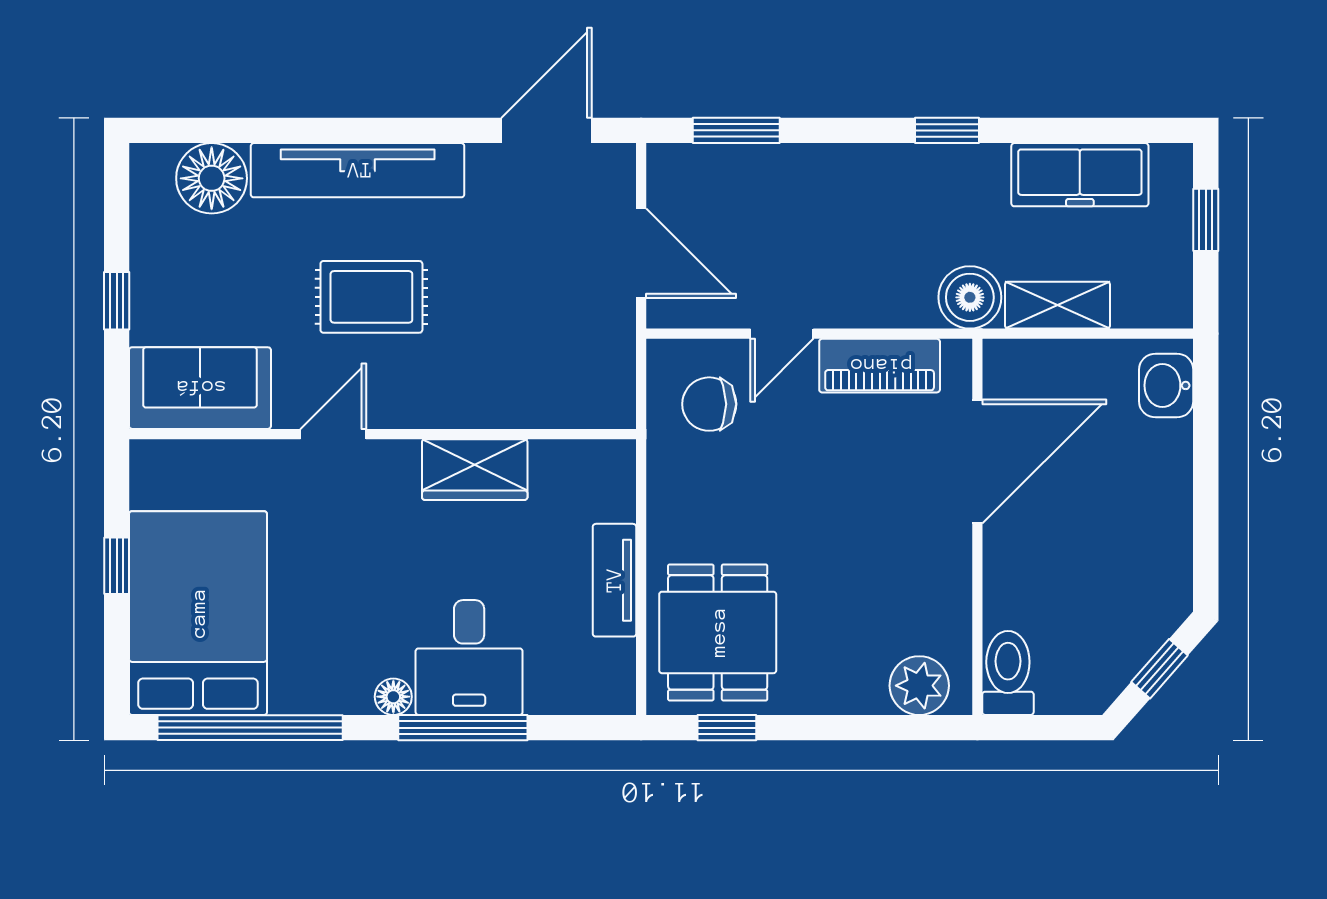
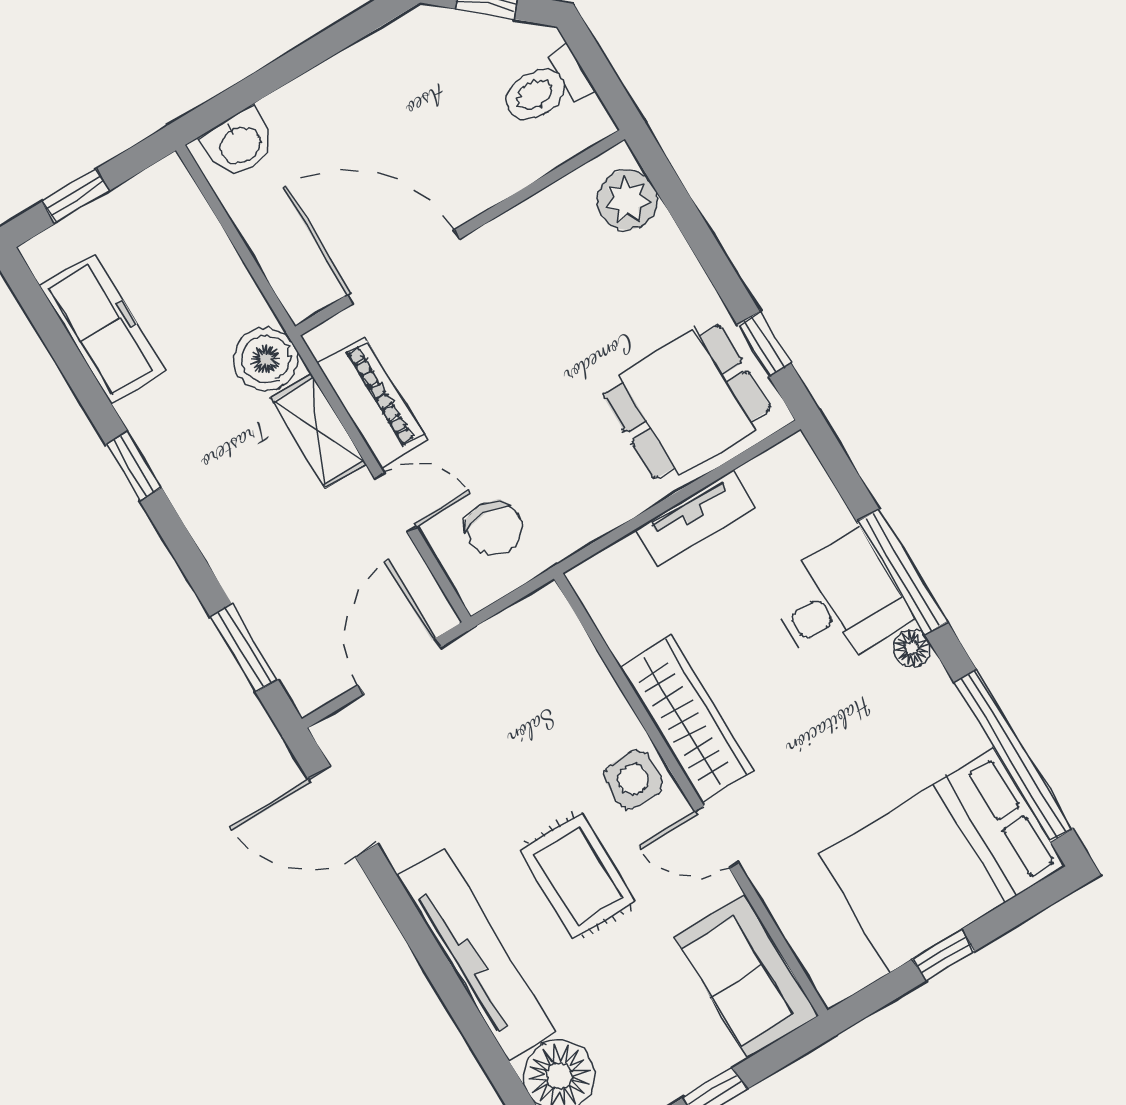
shelving: (1058, 305) -> (318, 431), moved
side table: (425, 393) -> (633, 780), added
wardrobe: (475, 470) -> (687, 719), width x1.50
toilet: (1008, 673) -> (545, 89), moved

